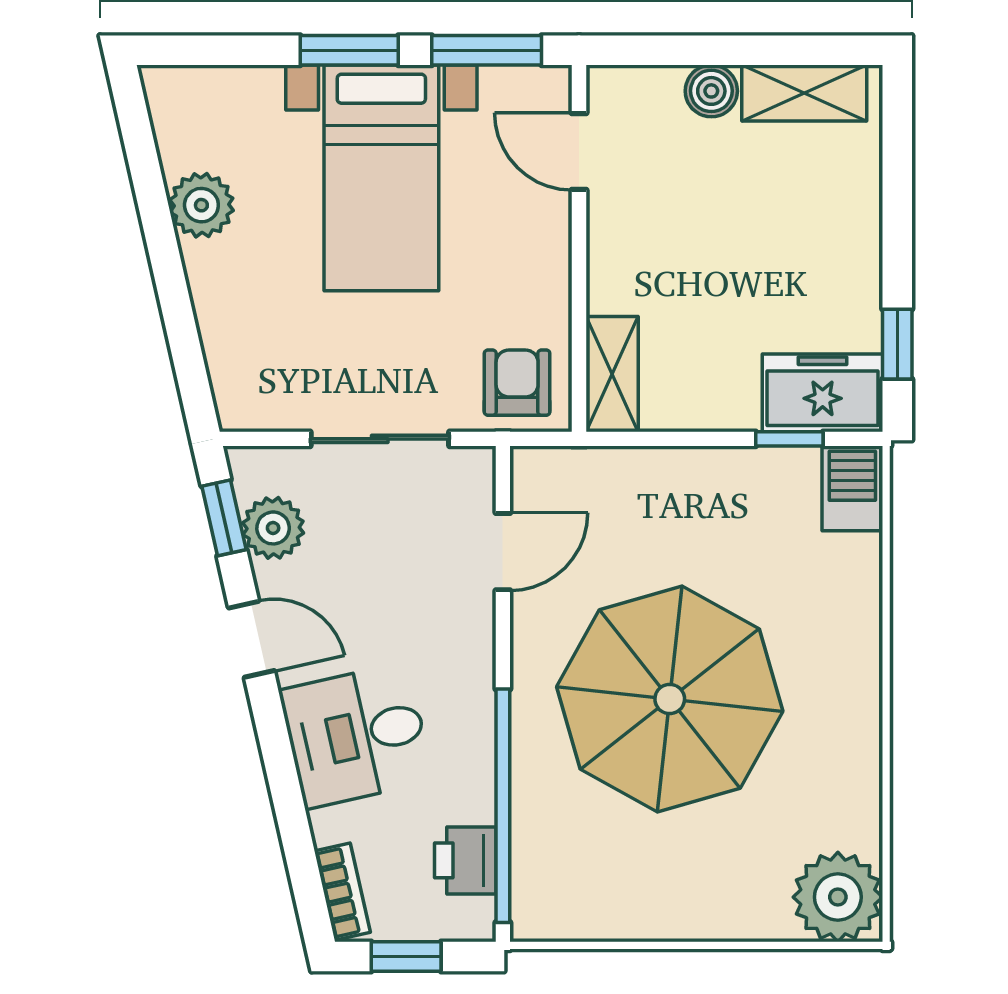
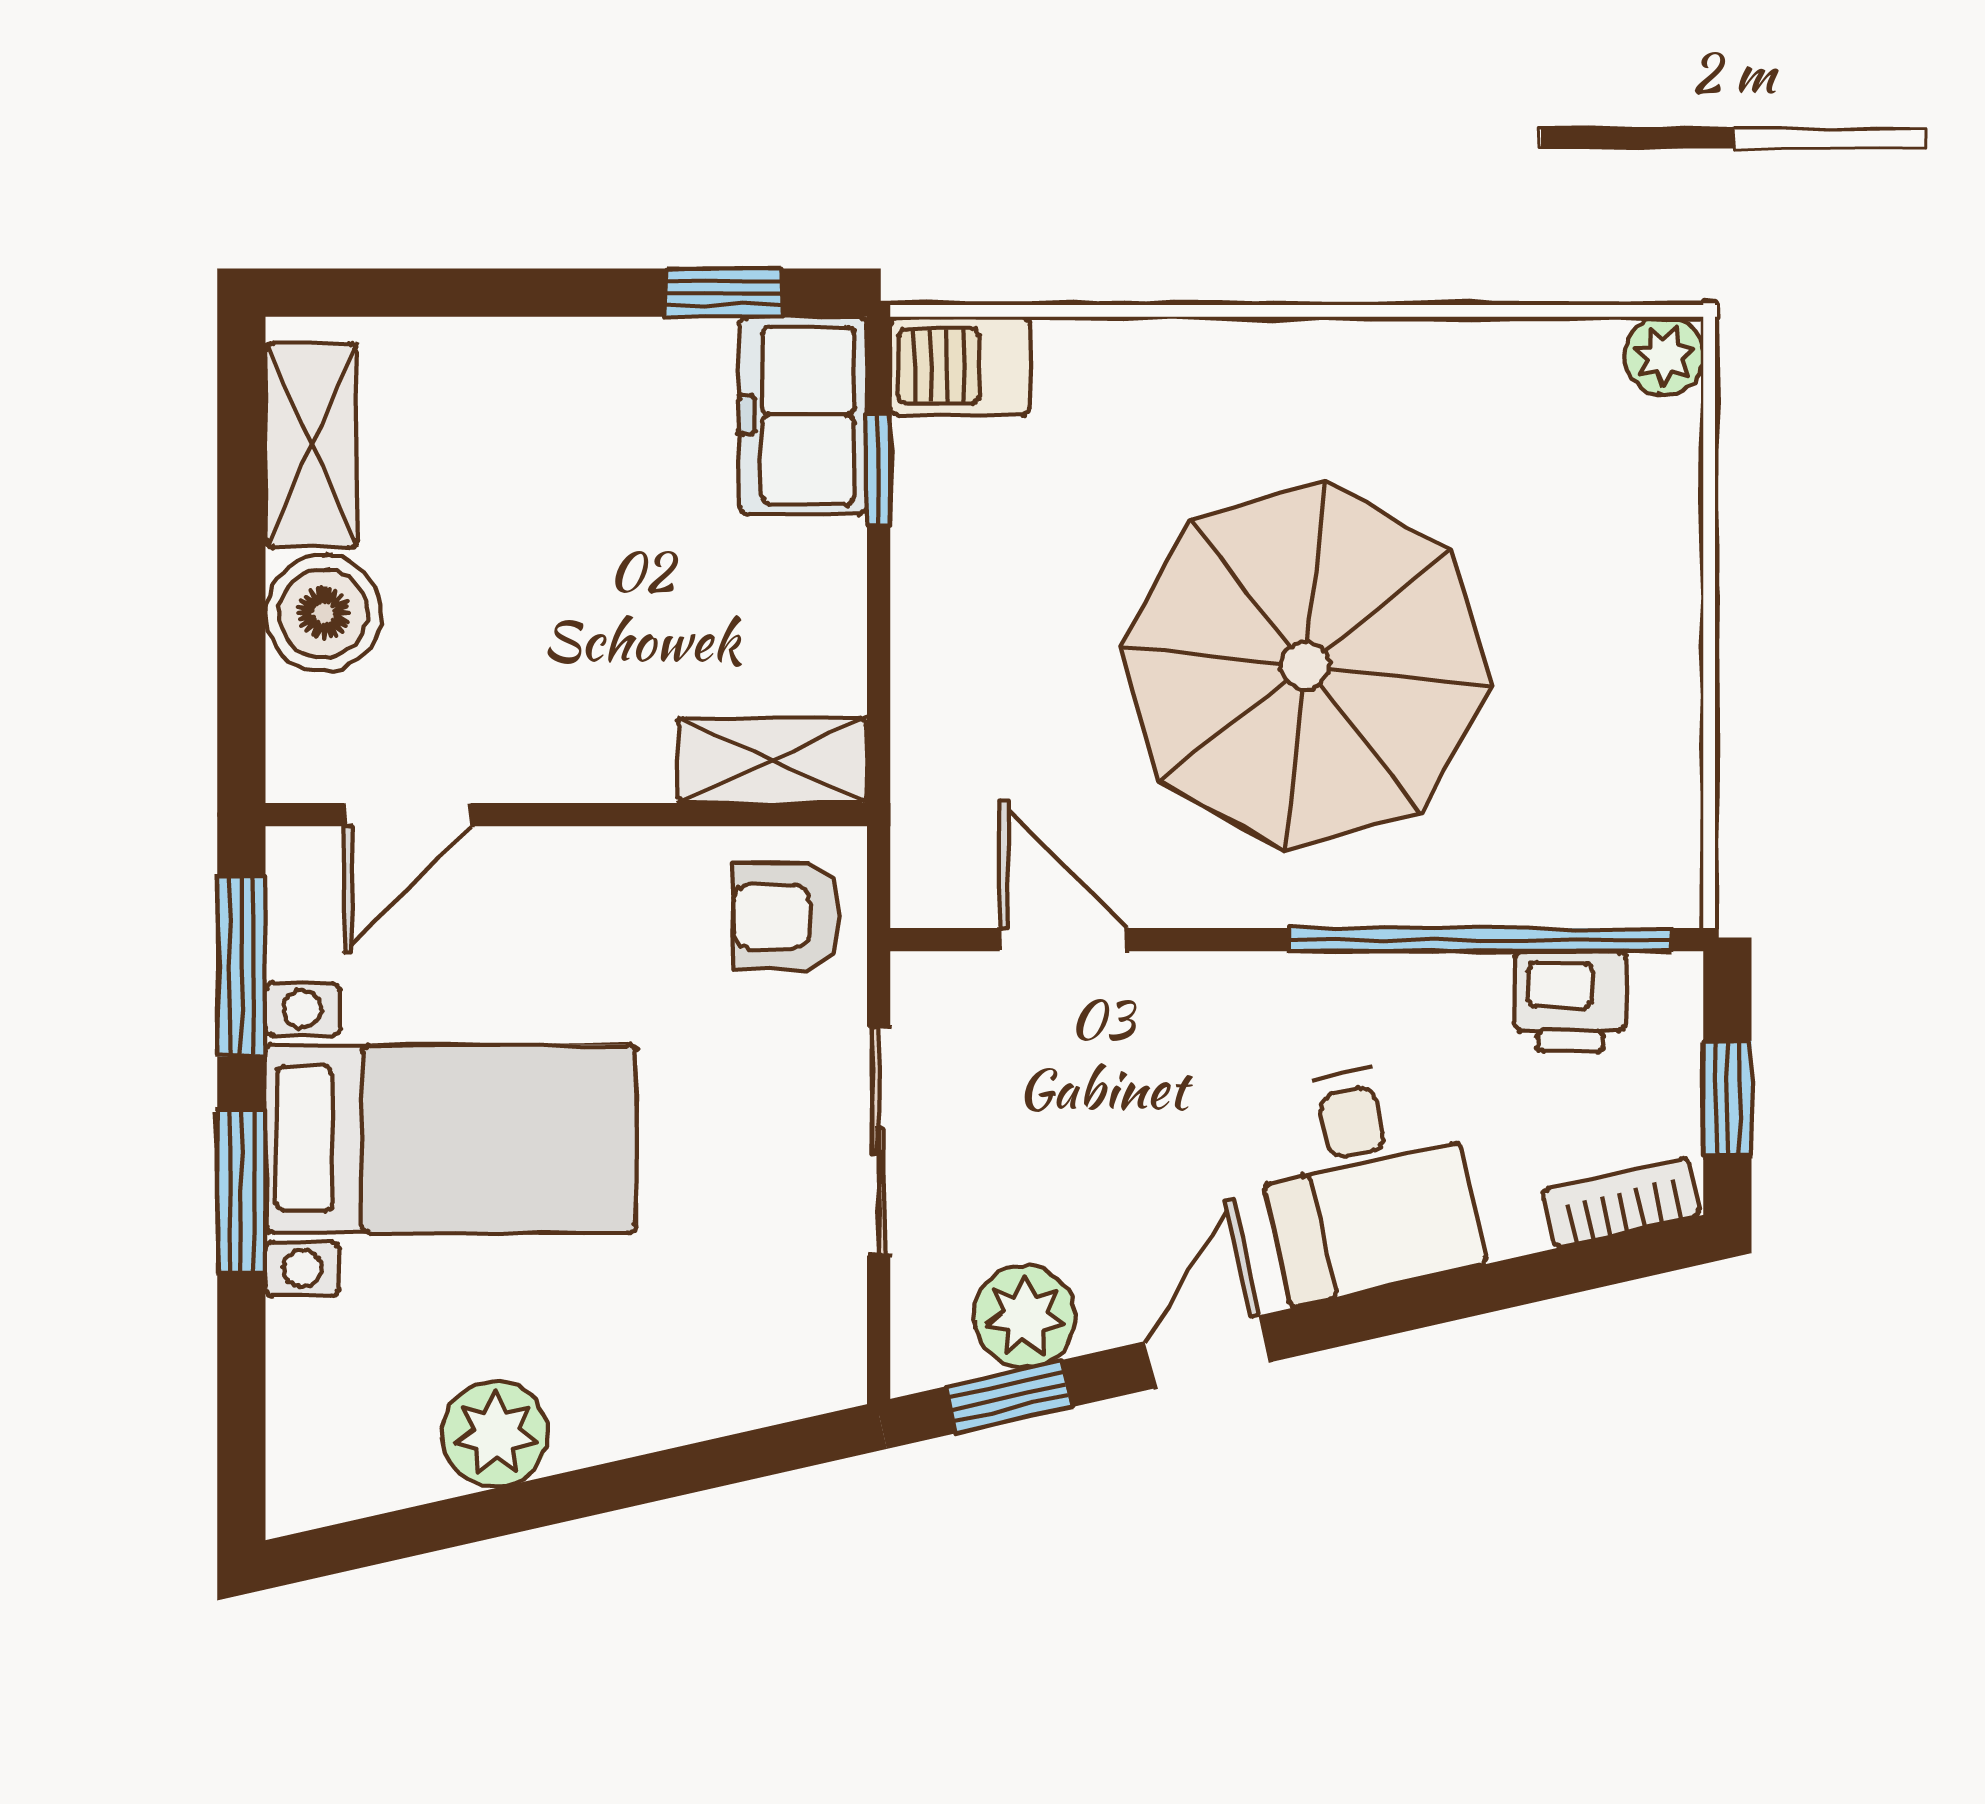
boiler: (711, 91) -> (324, 613), width x1.36, depth x1.36
plant: (838, 897) -> (1664, 356), width x0.53, depth x0.53

